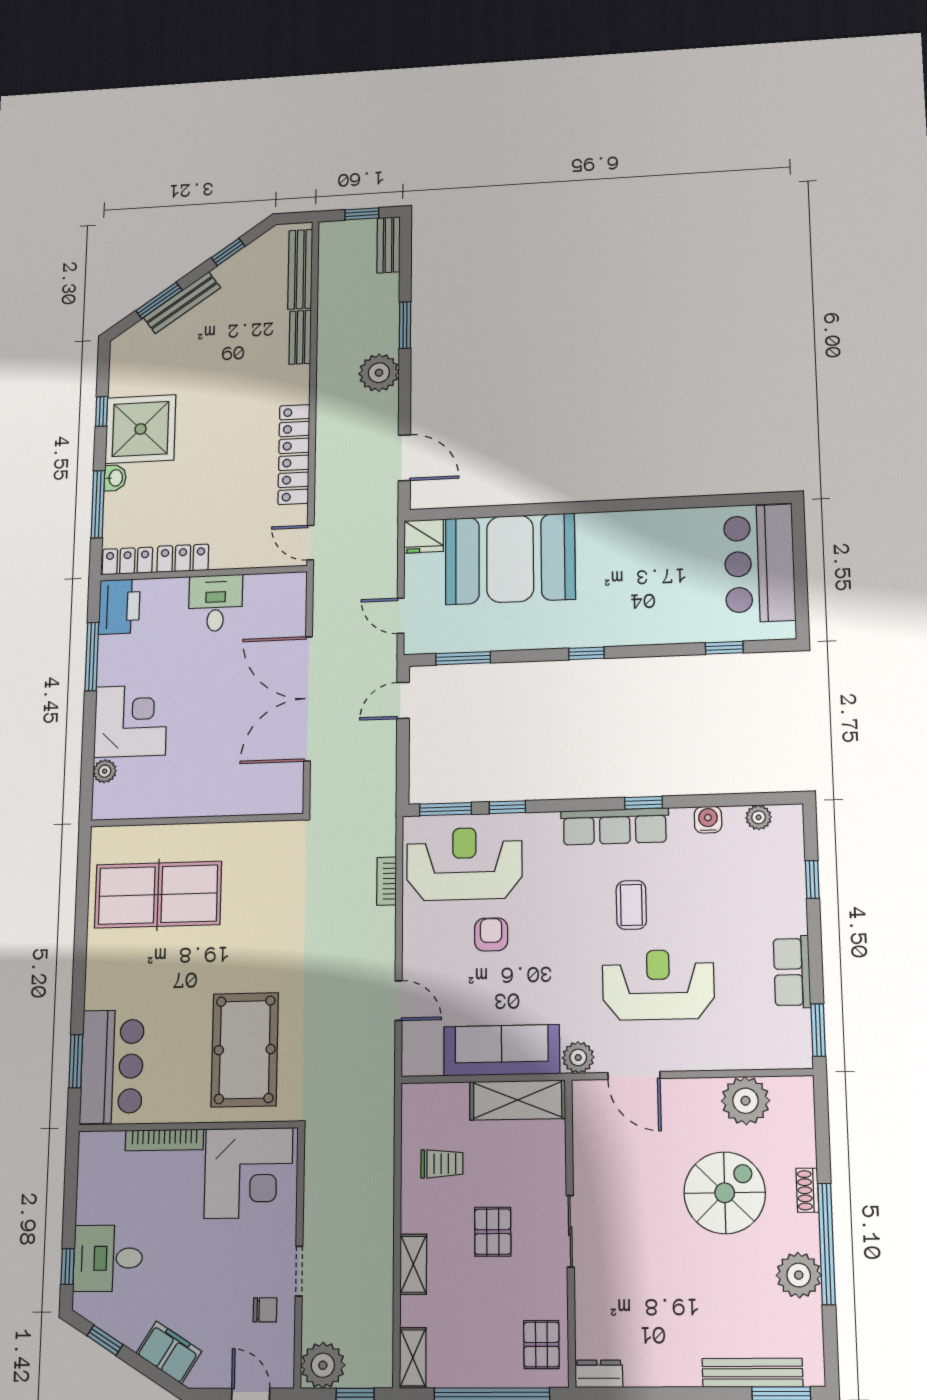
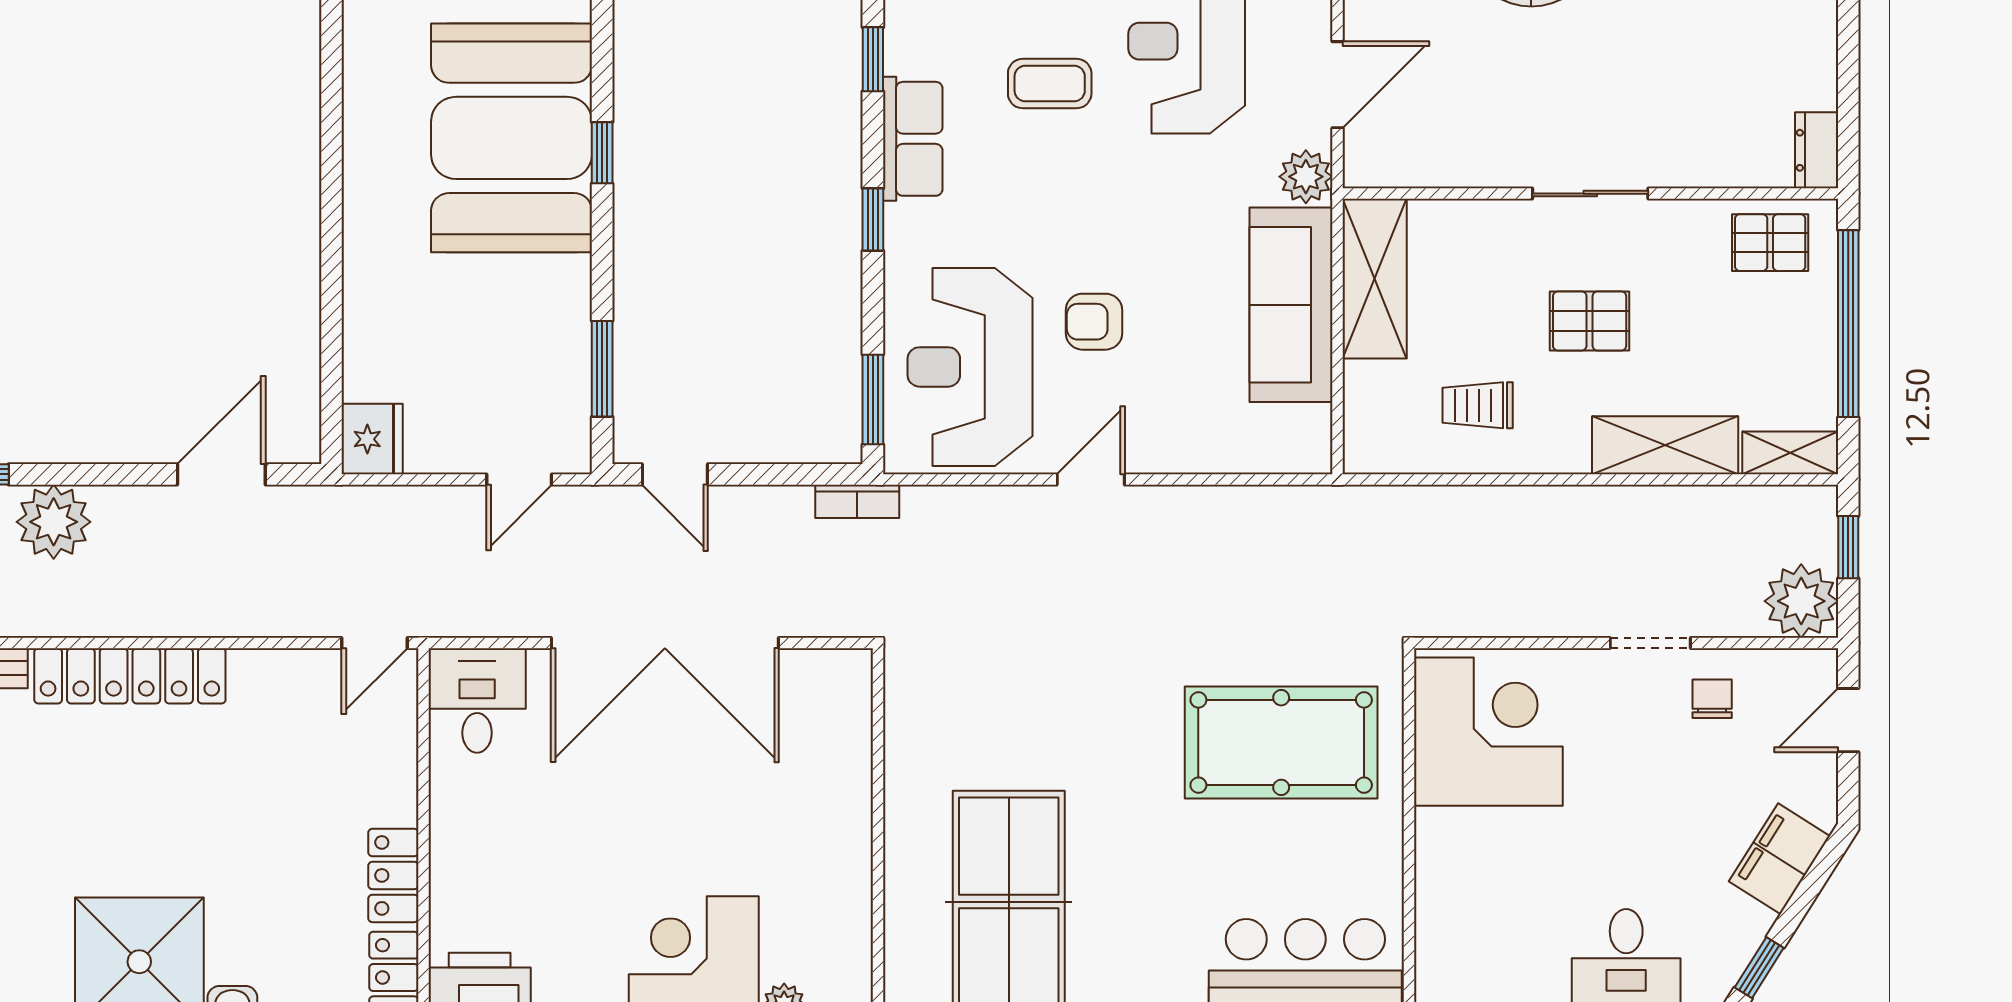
locker: (294, 454) -> (130, 676), moved
booth: (510, 559) -> (512, 138), moved
desk: (216, 603) -> (477, 700), moved, turned 90
window: (507, 807) -> (873, 219), moved
row of seats: (615, 826) -> (913, 139), width x0.68
bookcase: (387, 881) -> (857, 501), moved
door: (398, 1001) -> (1091, 480), moved
bookcase: (164, 1140) -> (1431, 877), removed
trolley: (442, 1164) -> (1478, 405), turned -90
shelving: (413, 1264) -> (1665, 445), width x1.50, depth x1.33

